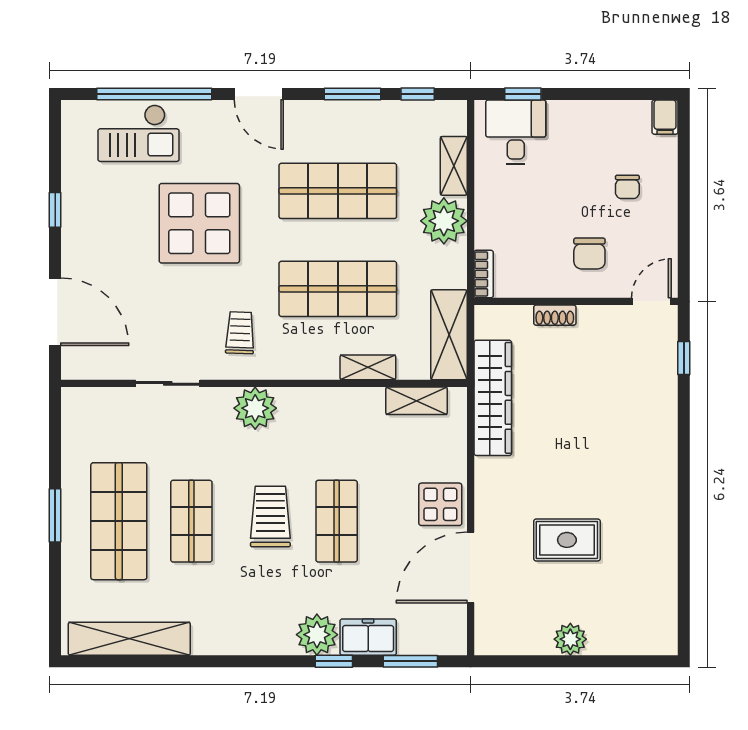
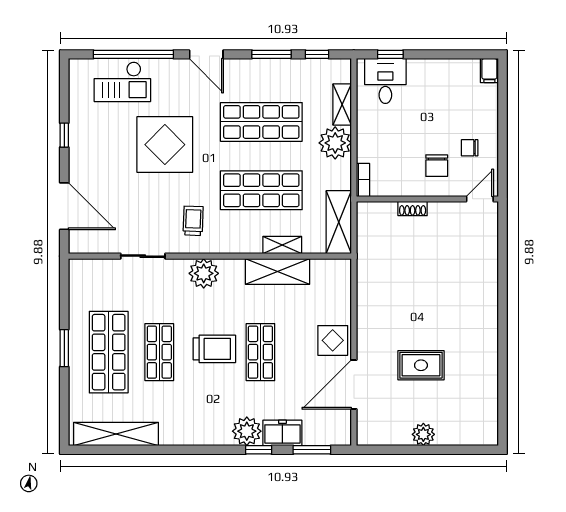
chair: (627, 187) -> (470, 148), moved, turned 90
window: (684, 358) -> (502, 238), removed
wardrobe: (493, 398) -> (369, 266), removed
shelving: (417, 401) -> (278, 271), moved, width x1.50, depth x1.33
trolley: (270, 516) -> (214, 349), turned 90

